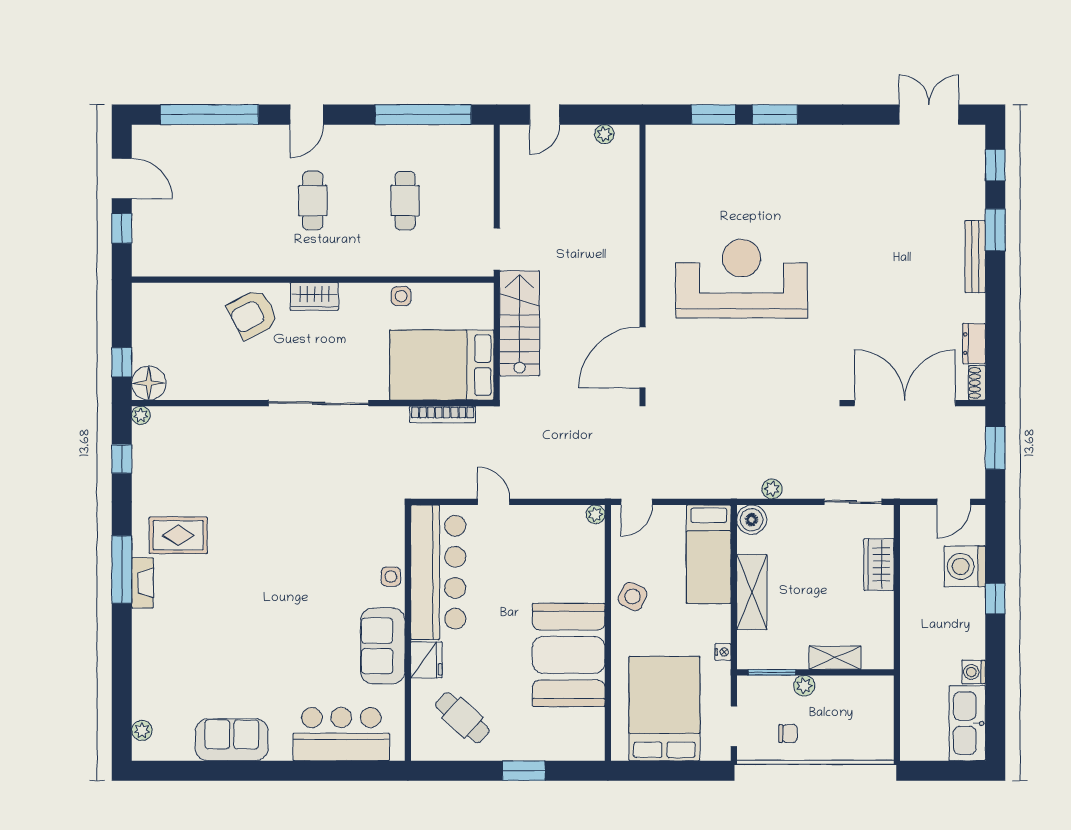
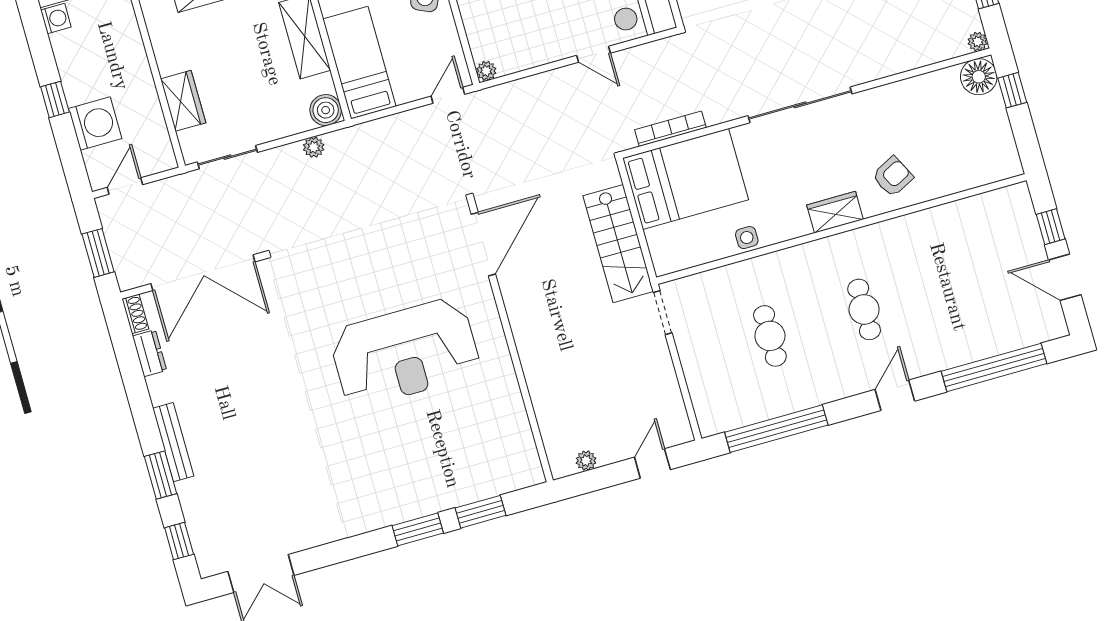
armchair: (253, 314) -> (893, 177), width x0.72, depth x0.72

